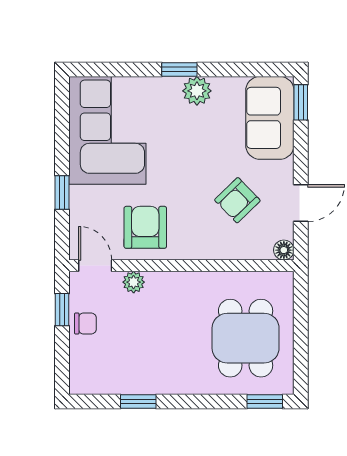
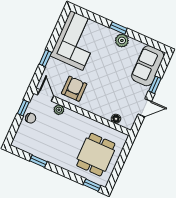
window: (301, 102) -> (155, 85), moved
armchair: (237, 200) -> (118, 95), removed
floor lamp: (284, 250) -> (116, 119), moved

